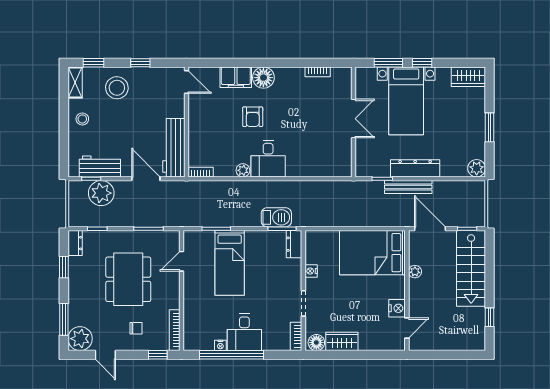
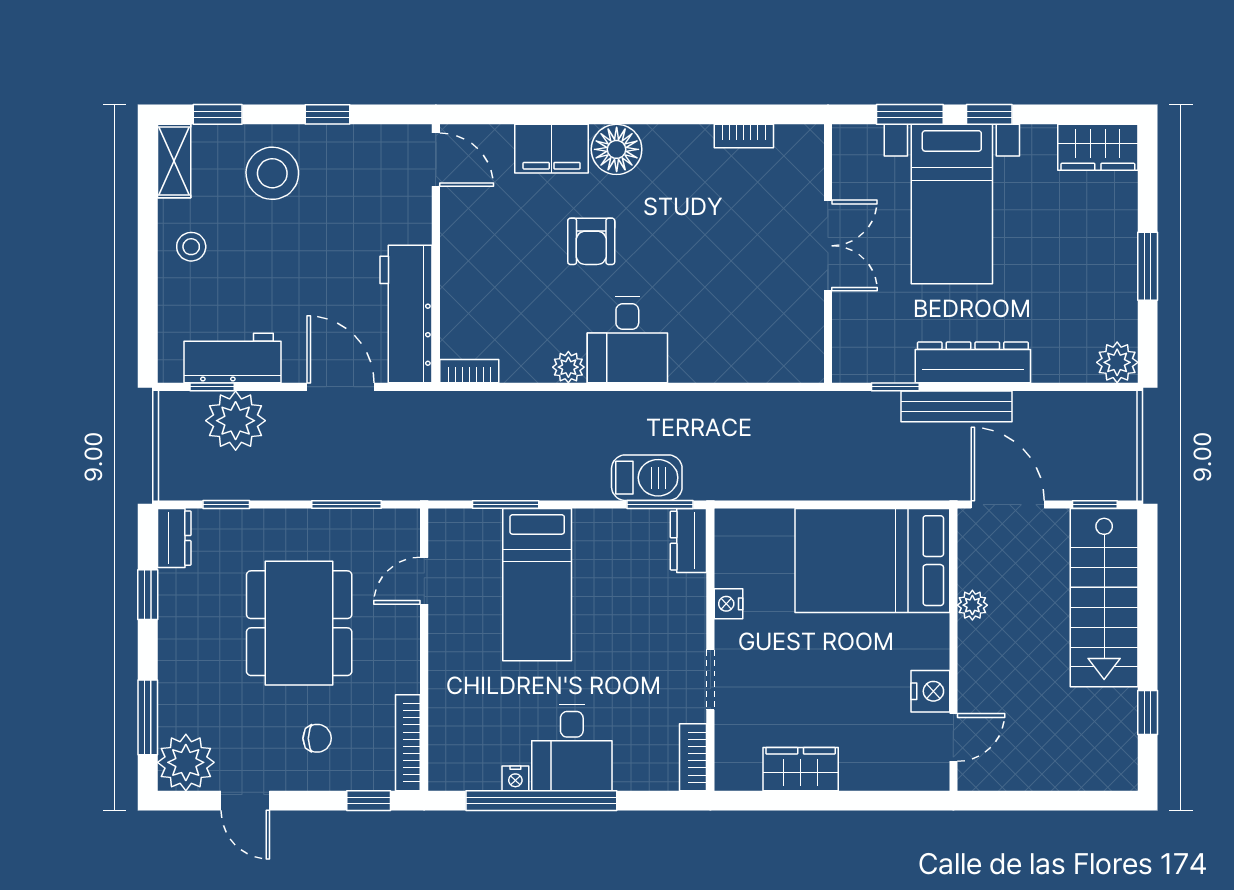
floor lamp: (316, 343) -> (741, 772), removed

